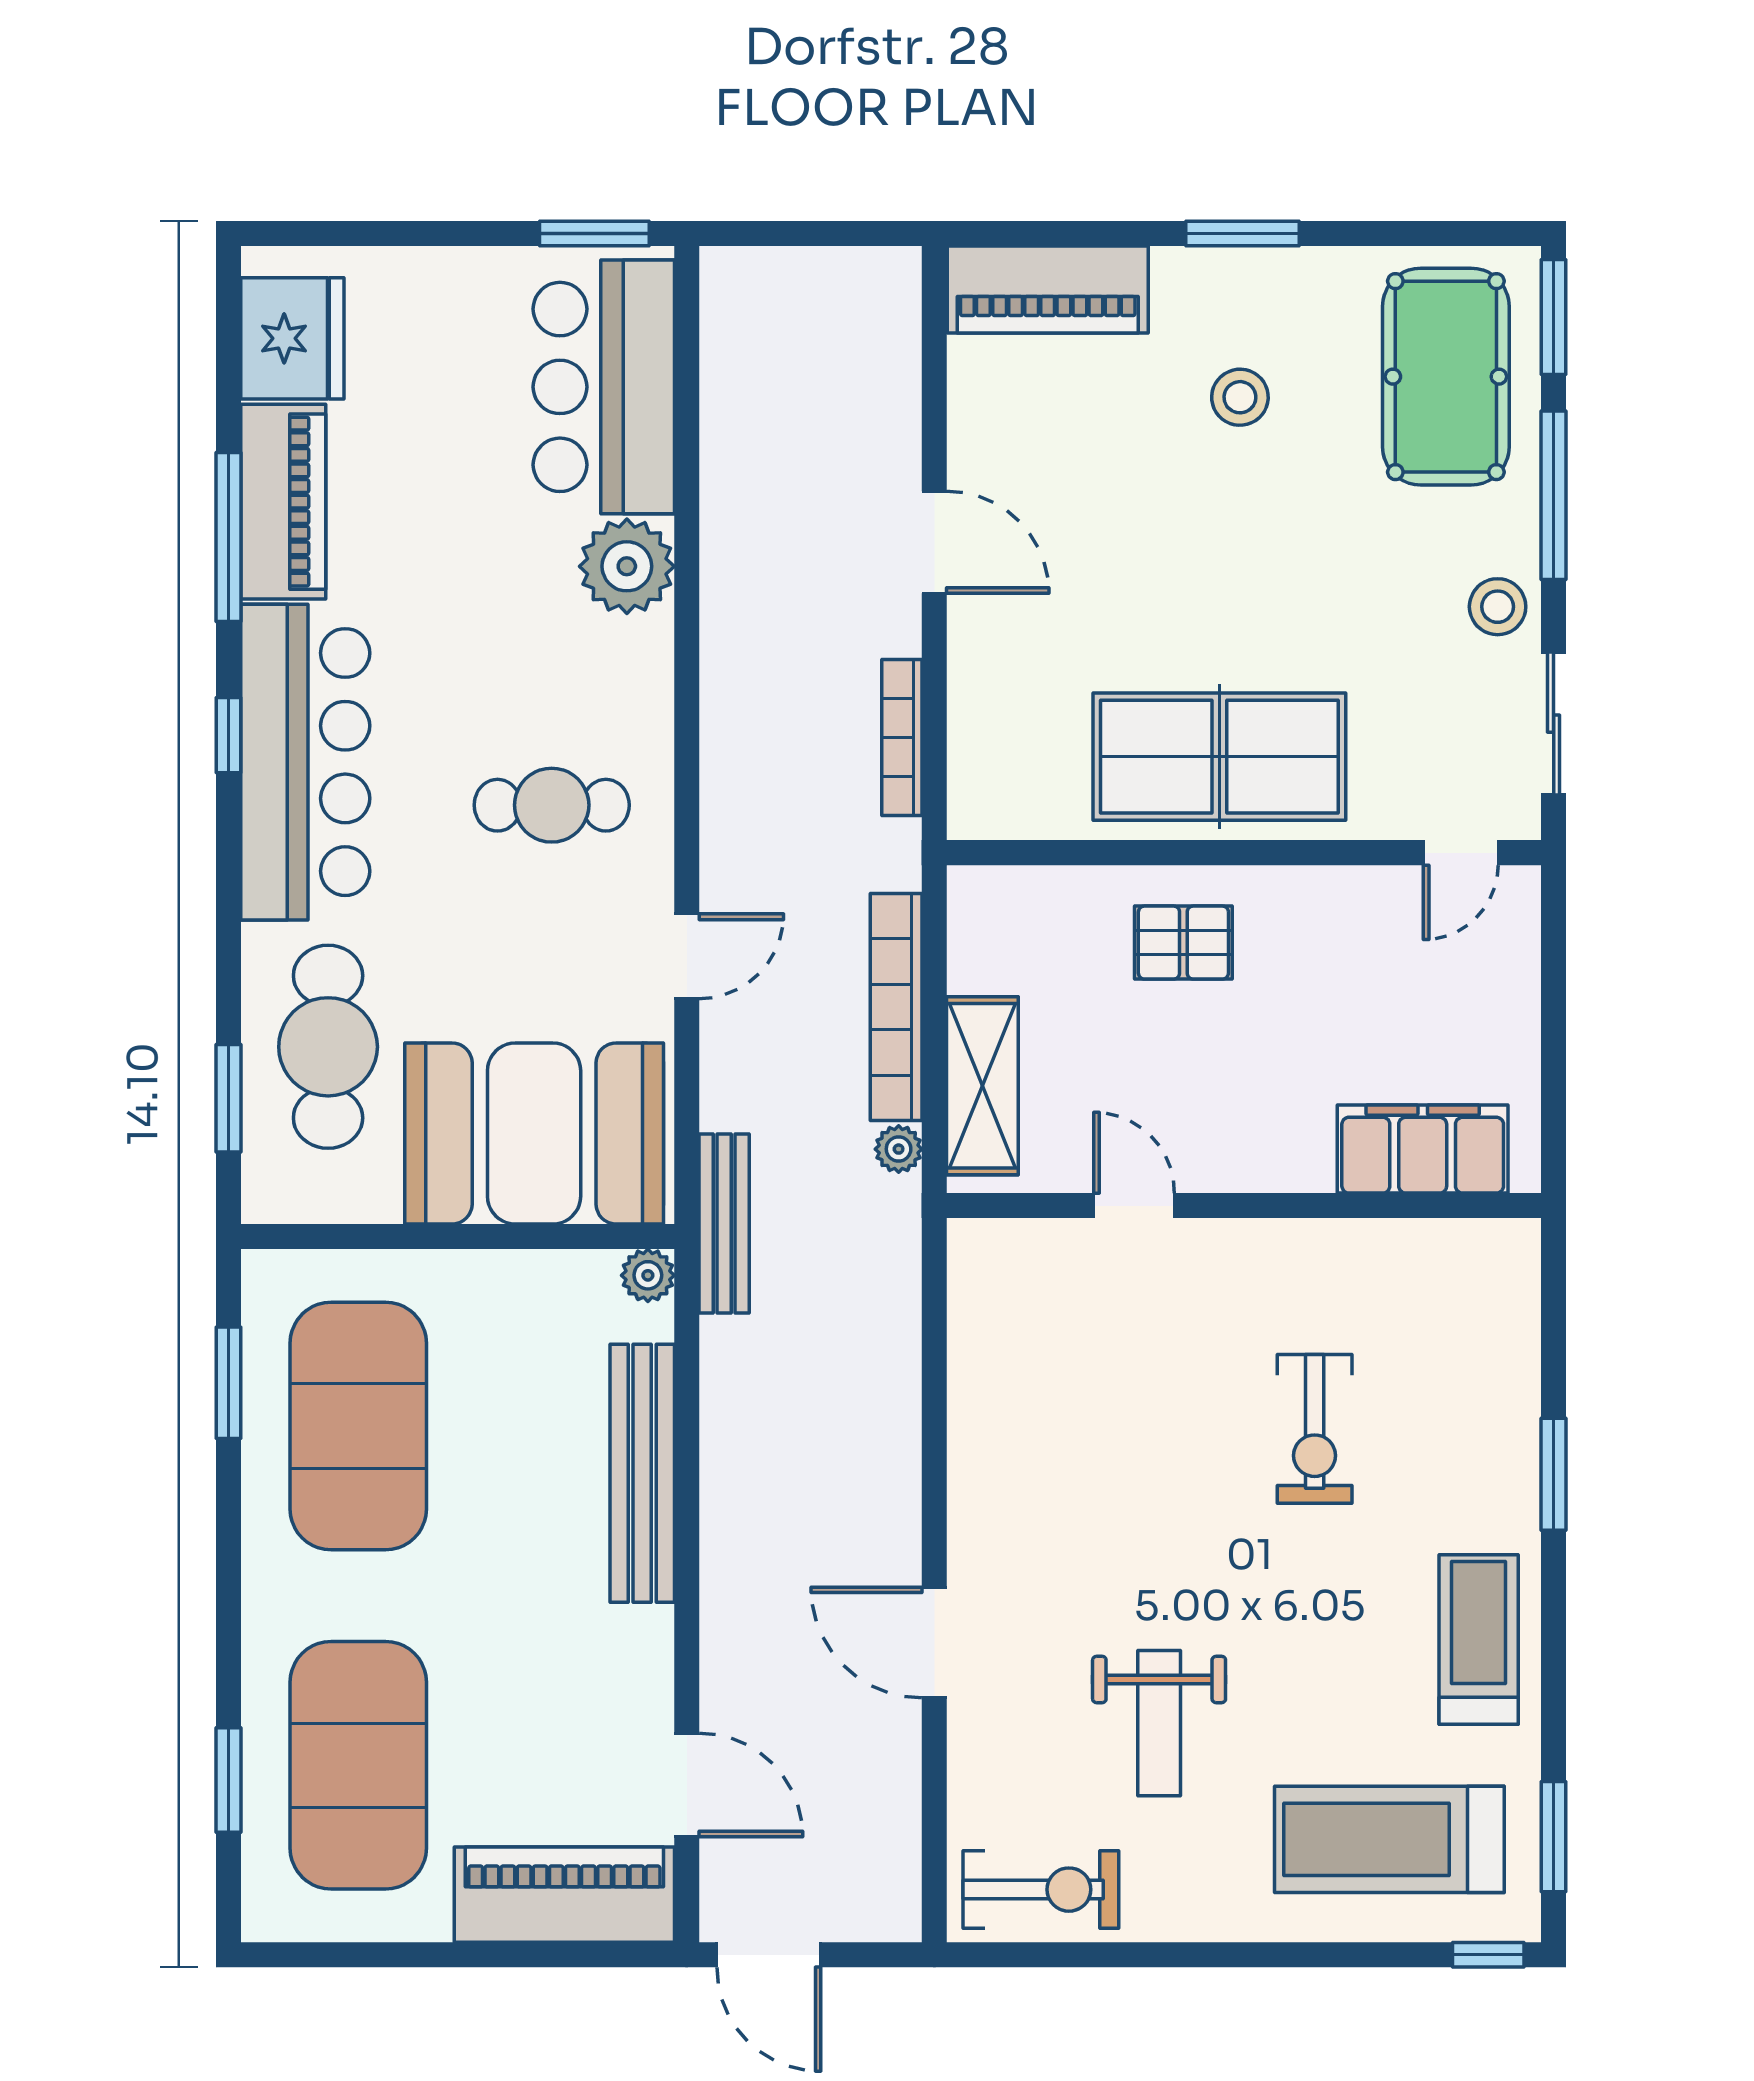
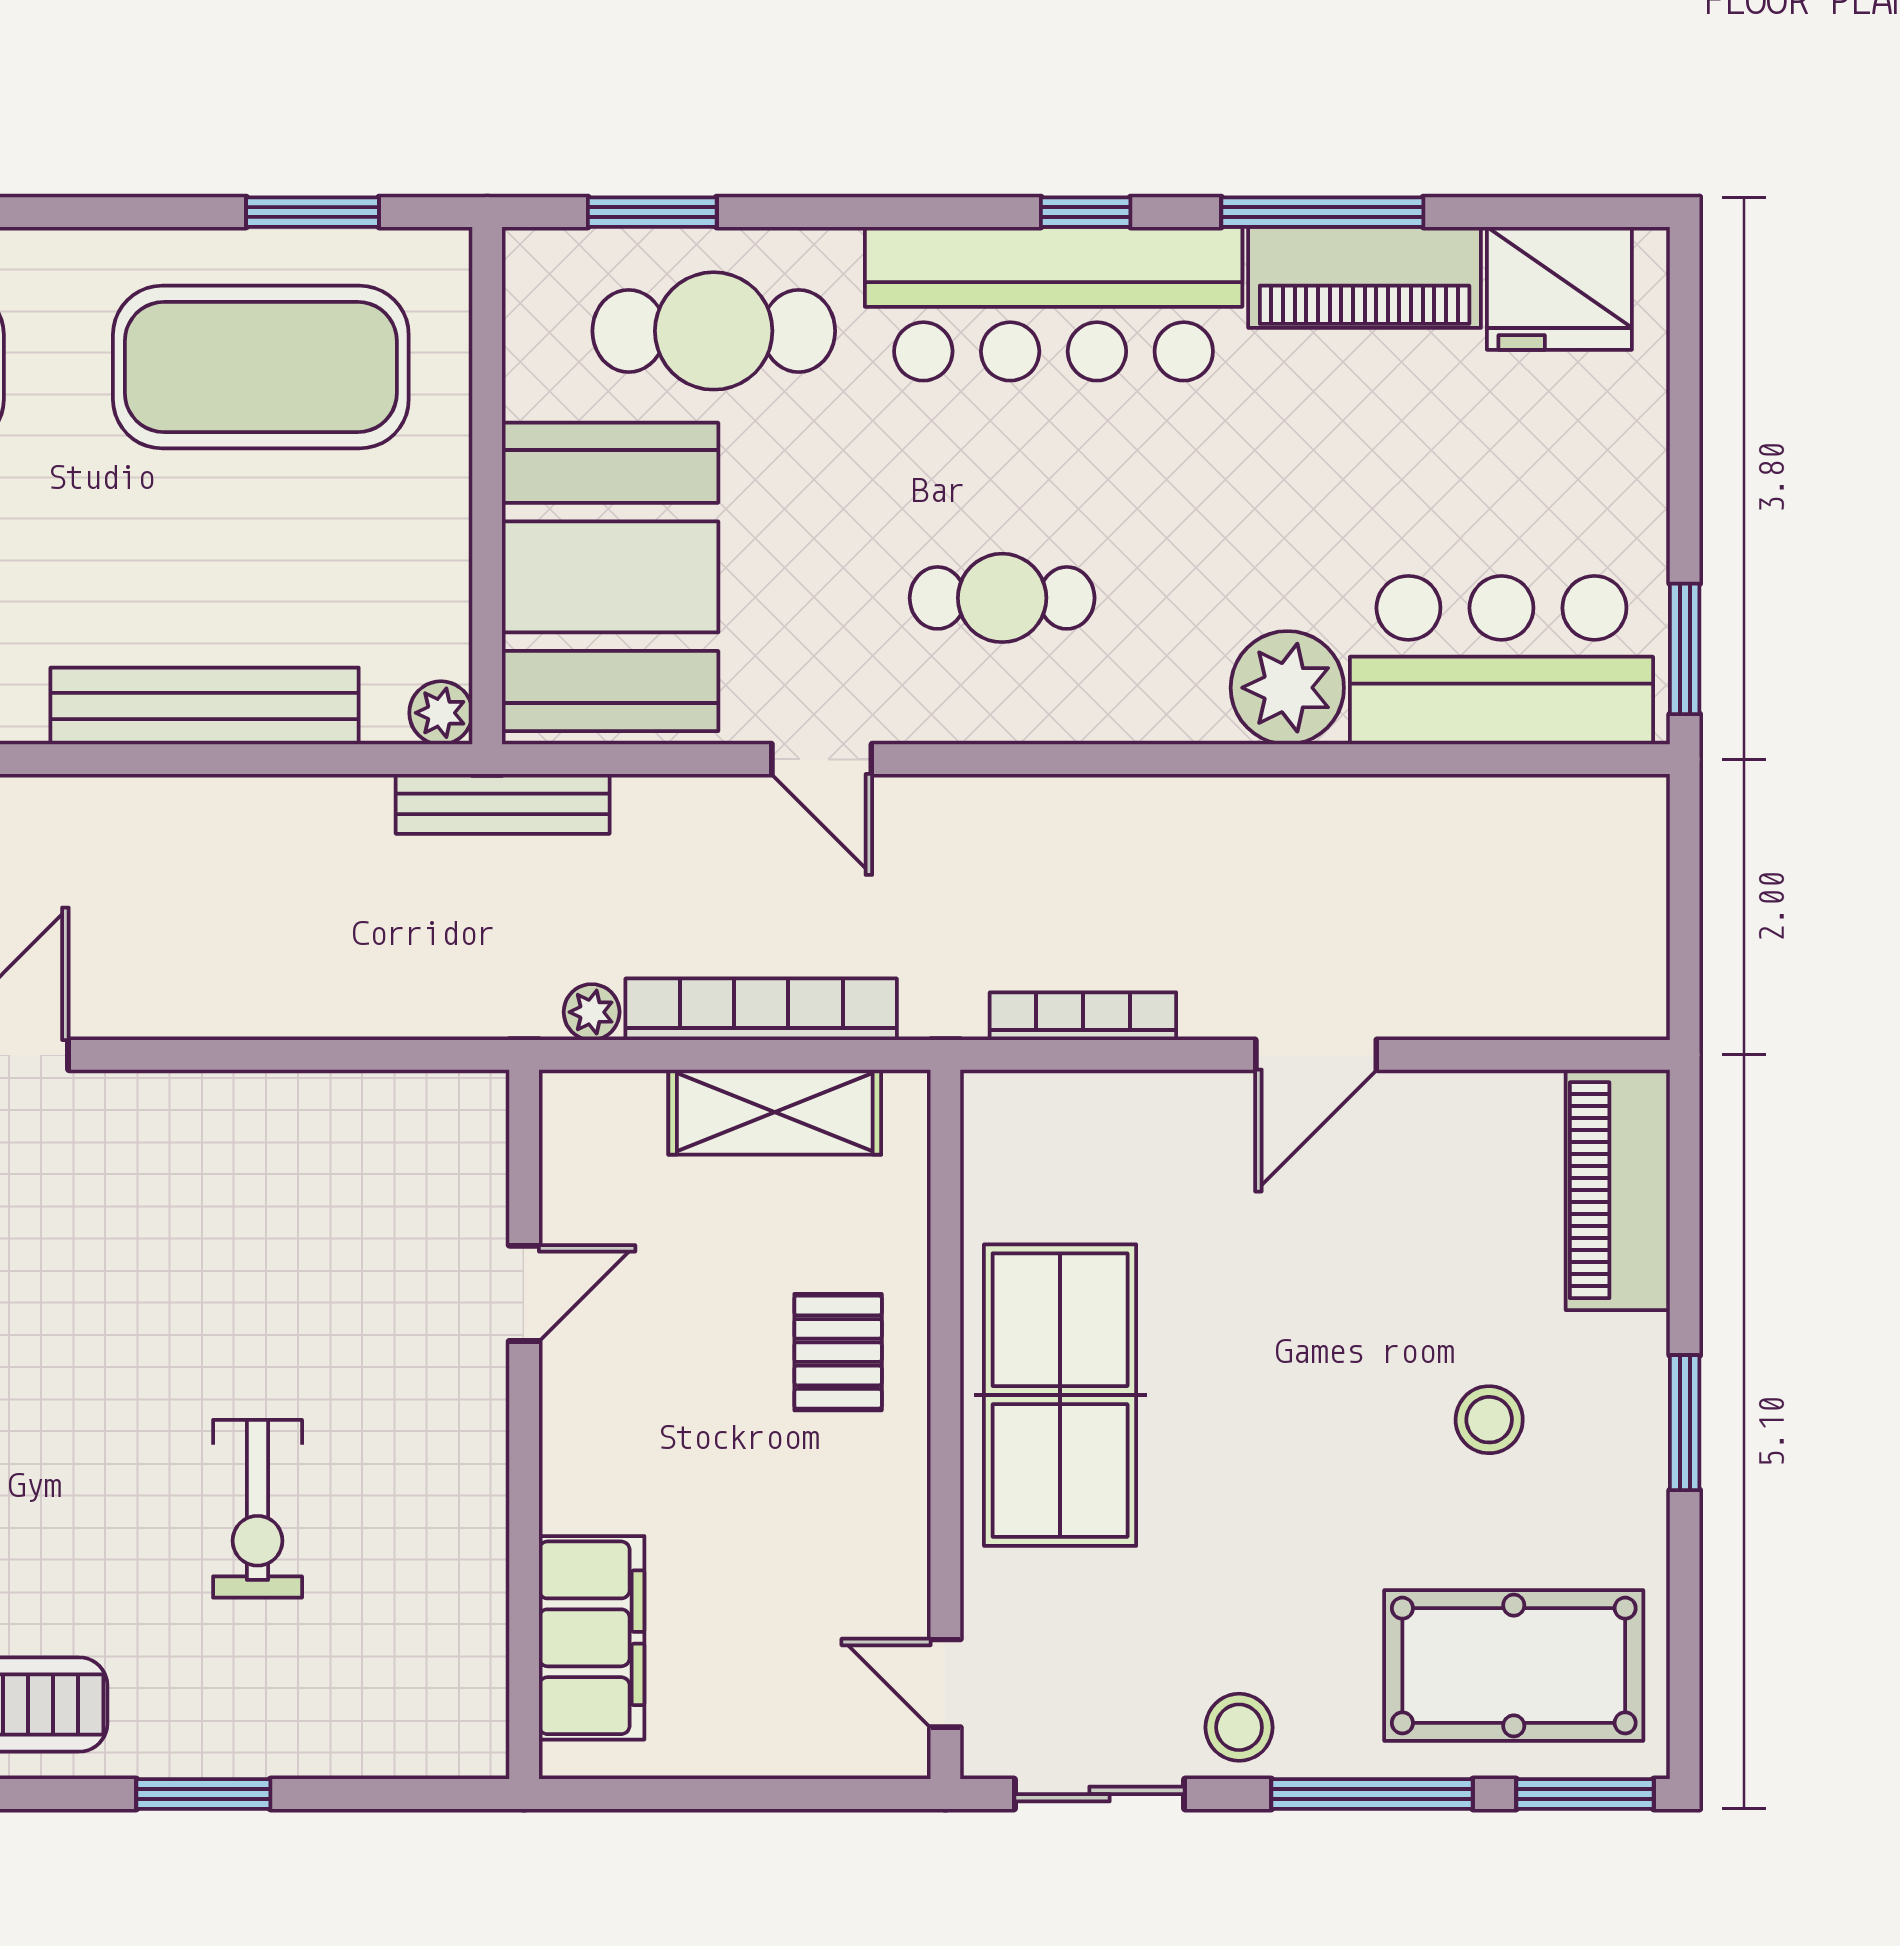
cafe table: (552, 805) -> (1002, 598), turned 90
shelving: (982, 1086) -> (775, 1112), moved
exercise bike: (1315, 1429) -> (258, 1509), turned -90

